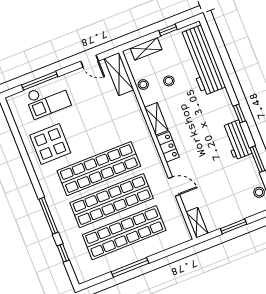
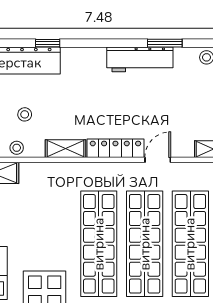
window: (239, 113) -> (48, 43), moved
workbench: (237, 140) -> (140, 59), width x1.38
locker: (168, 147) -> (115, 148), width x1.53

